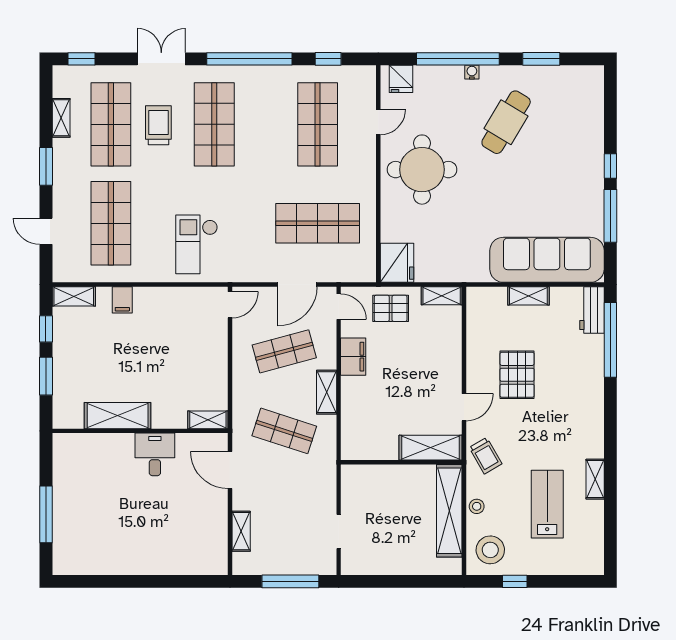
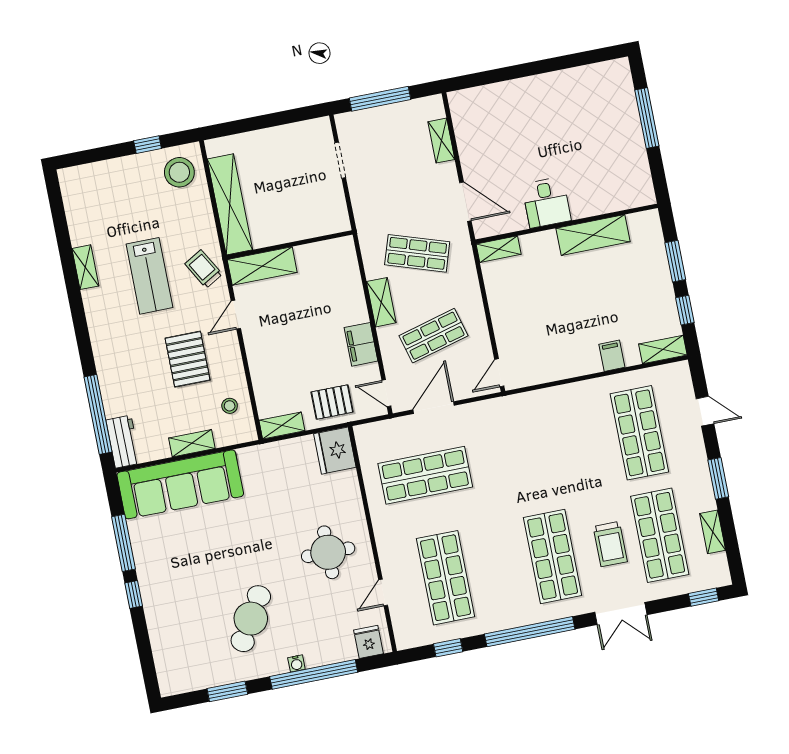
round table: (422, 170) -> (328, 552), width x0.73, depth x0.73
checkout: (197, 244) -> (546, 429), removed
lab bench: (547, 504) -> (149, 276), moved
stool: (477, 506) -> (230, 406), moved

